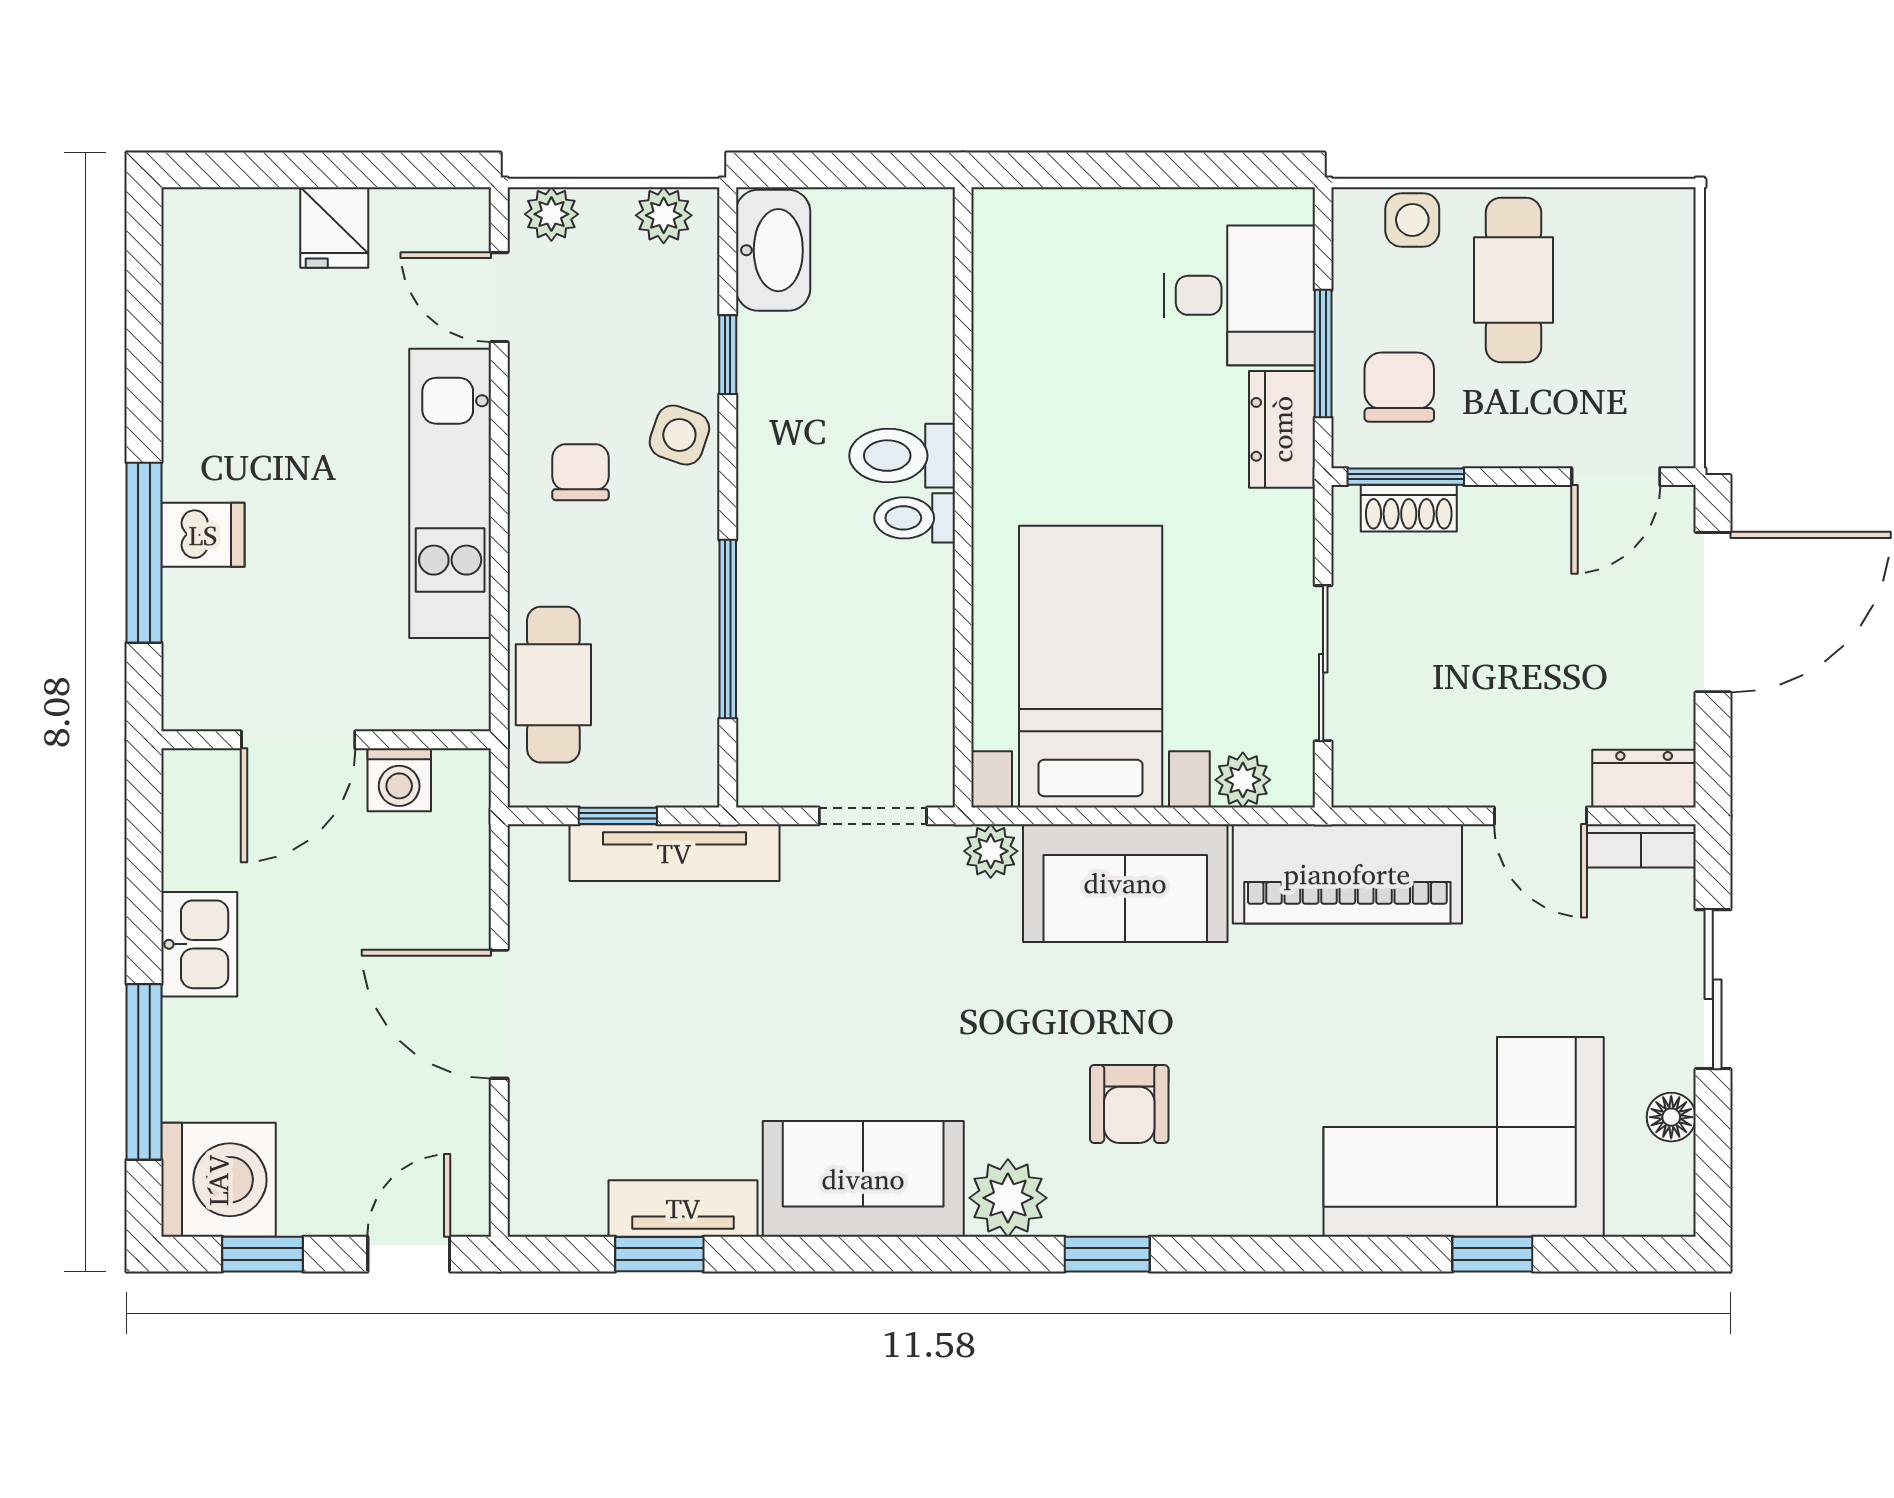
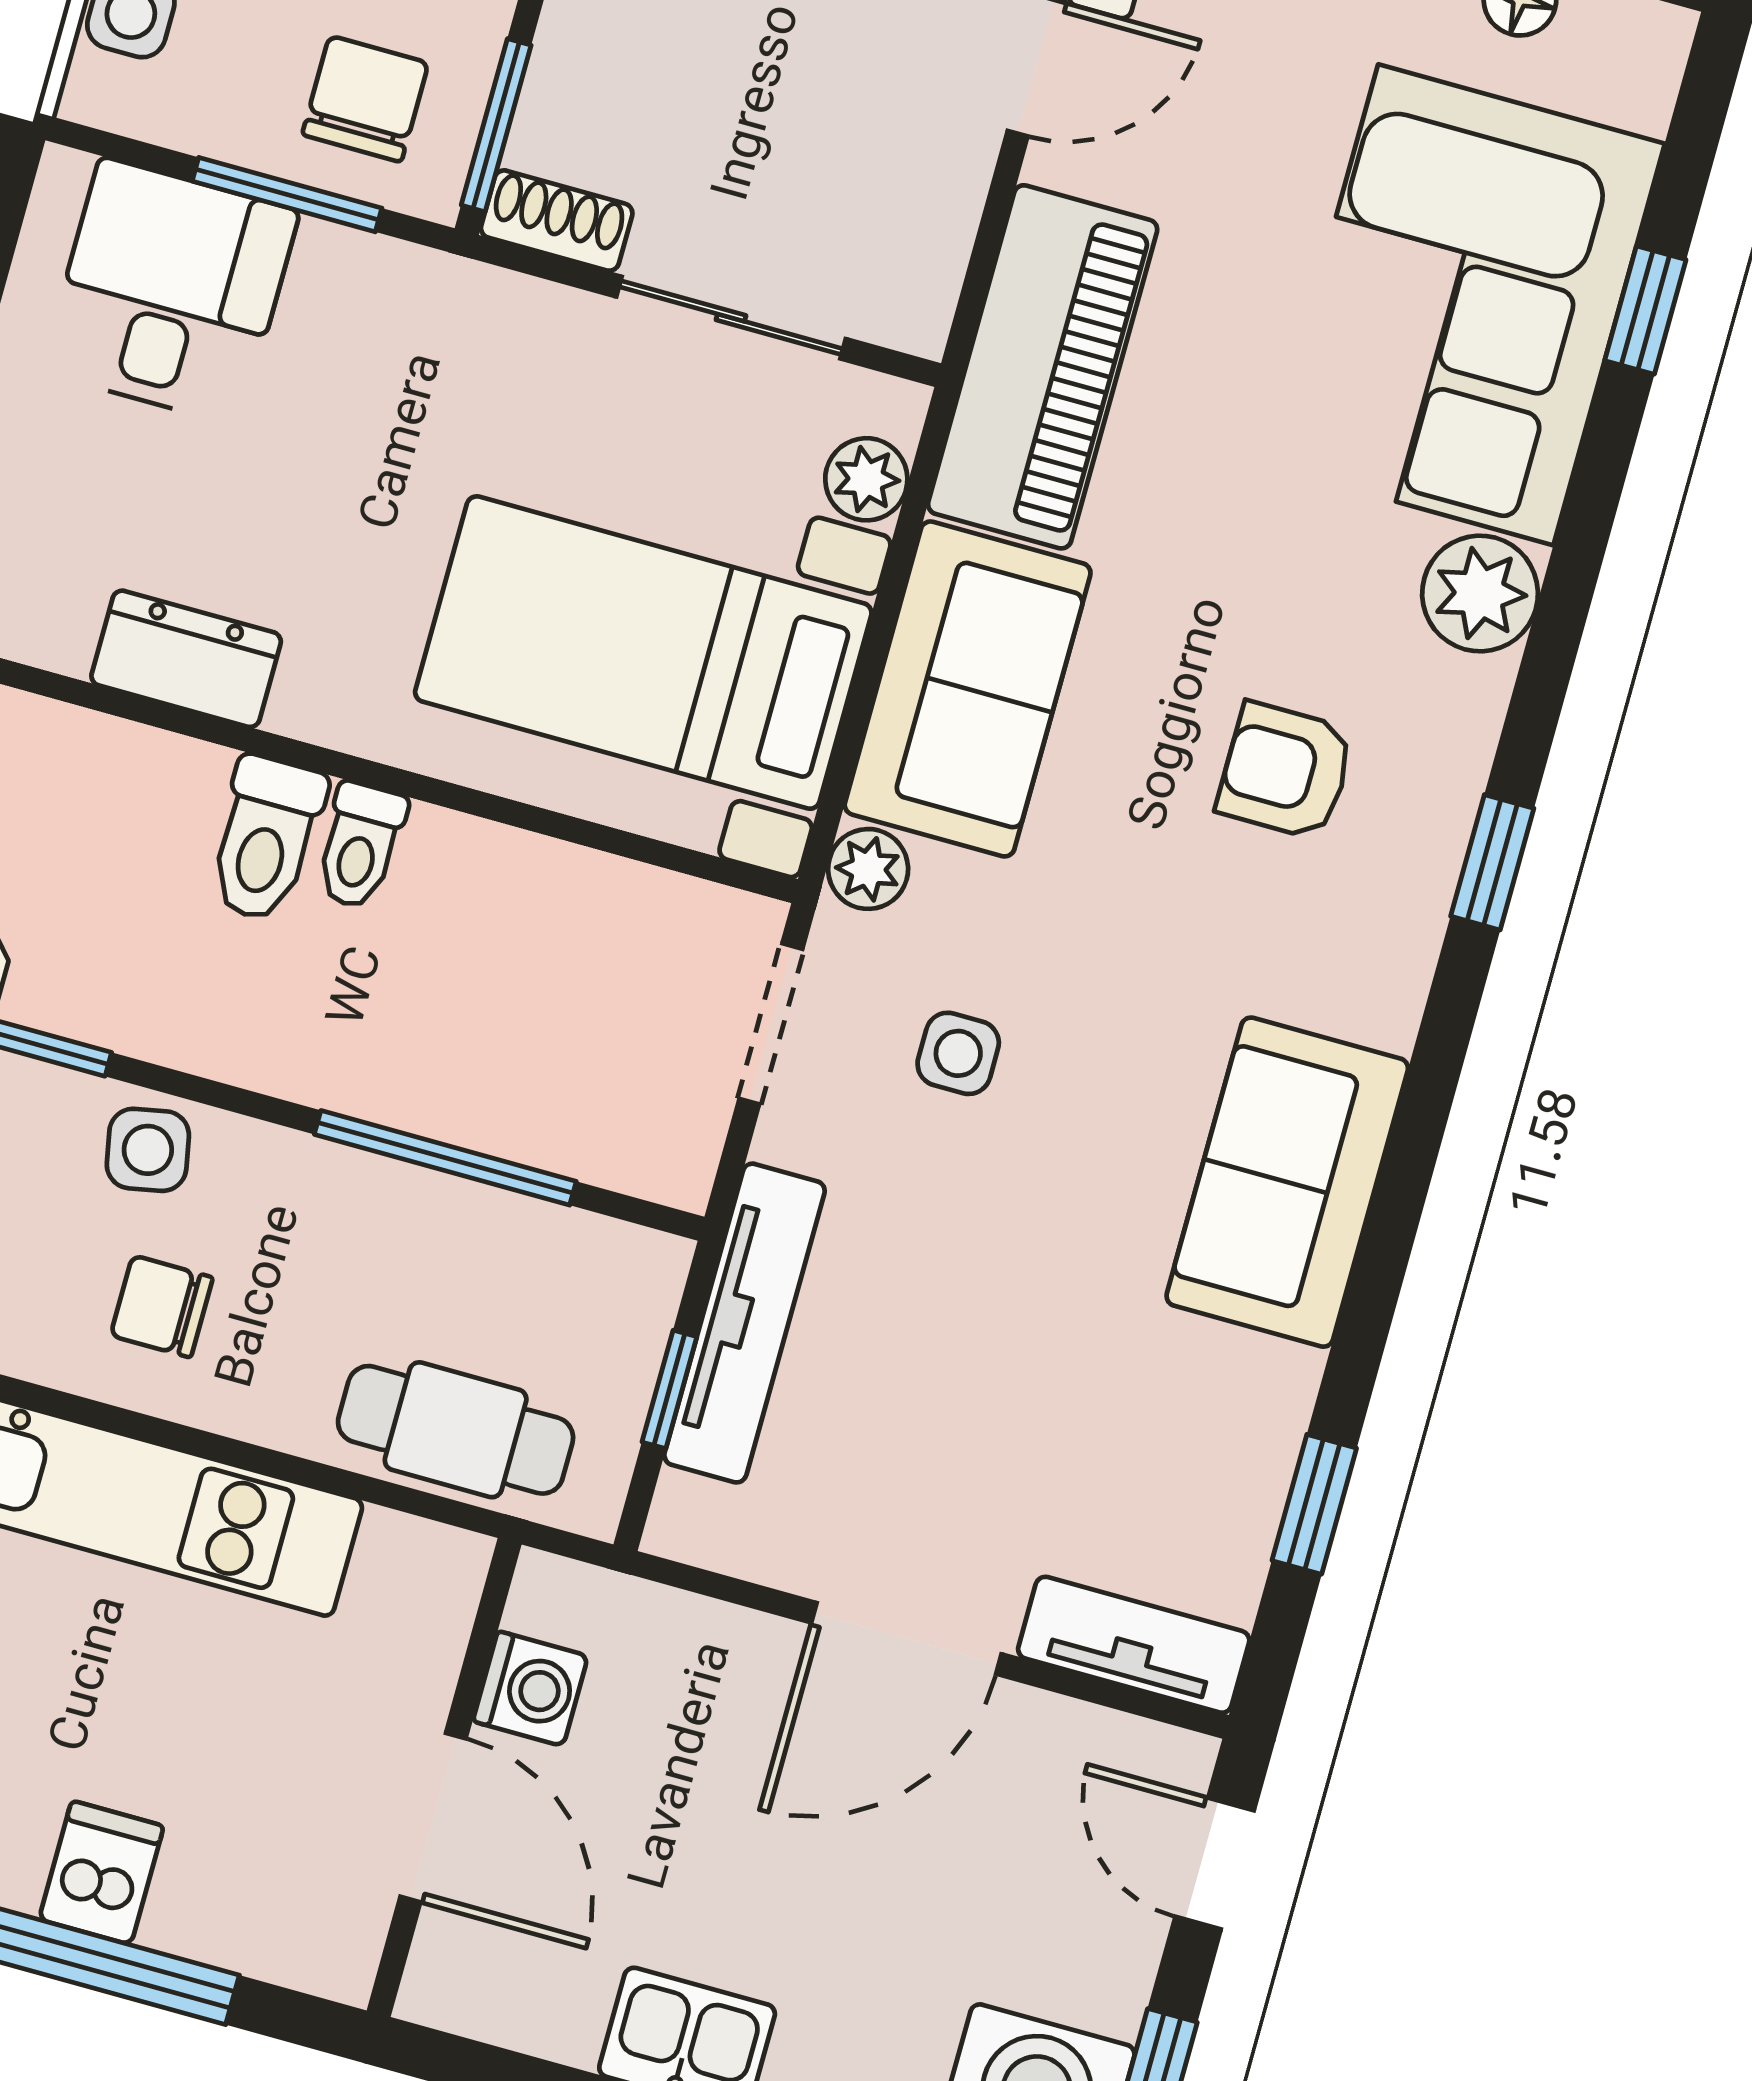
chair: (1399, 387) -> (365, 99), turned 90
dresser: (1282, 429) -> (186, 659), moved, turned 180
side table: (679, 435) -> (148, 1150), turned -30
shoe rack: (1409, 508) -> (557, 221), moved, turned -90
side table: (887, 943) -> (958, 1053), added
armchair: (1129, 1104) -> (1286, 771), turned 180
plant: (1008, 1198) -> (1480, 593), moved
tv unit: (683, 1208) -> (1134, 1645), moved, turned 90

